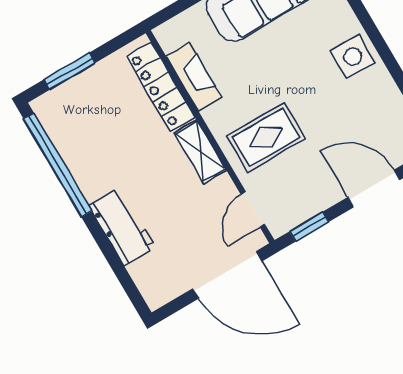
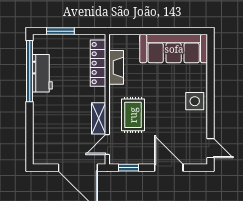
rug: (266, 137) -> (133, 115), turned 90
shelving: (200, 152) -> (99, 118), moved
workbench: (122, 226) -> (42, 73), moved

